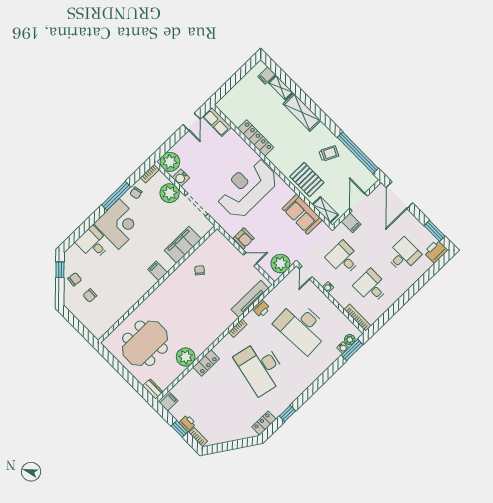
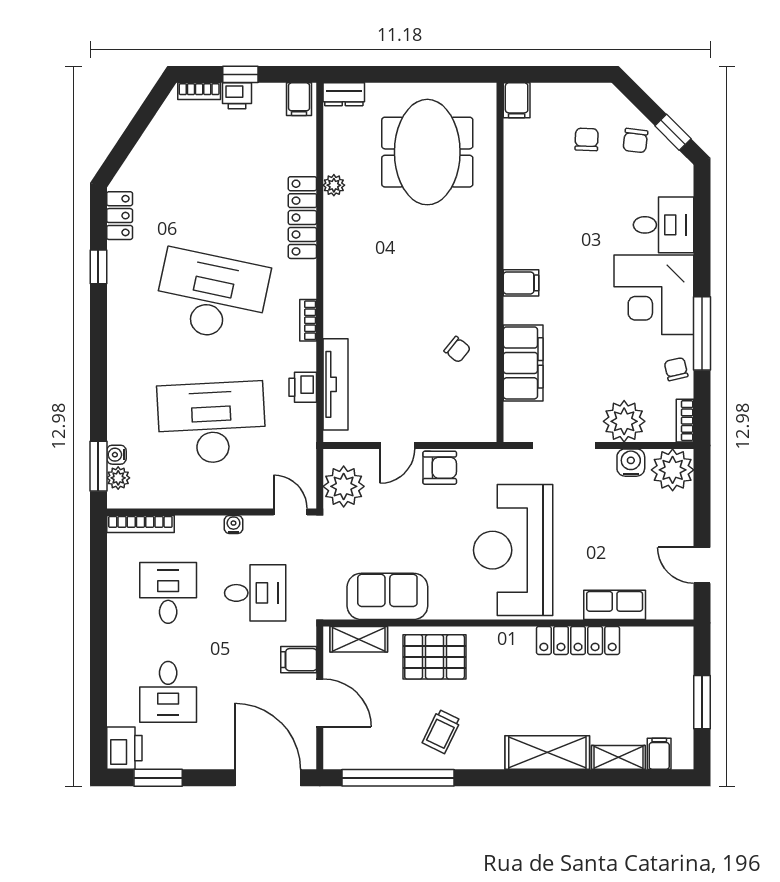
window: (236, 78) -> (702, 702), added
row of seats: (217, 122) -> (615, 605), moved
reception desk: (247, 188) -> (513, 550), turned 180
armchair: (244, 238) -> (440, 468), turned 180
desk: (371, 287) -> (168, 593), turned -90
filing cabinet: (100, 331) -> (517, 100), added
plant: (186, 357) -> (334, 185), width x0.53, depth x0.53
locker: (206, 363) -> (302, 218), width x1.53

